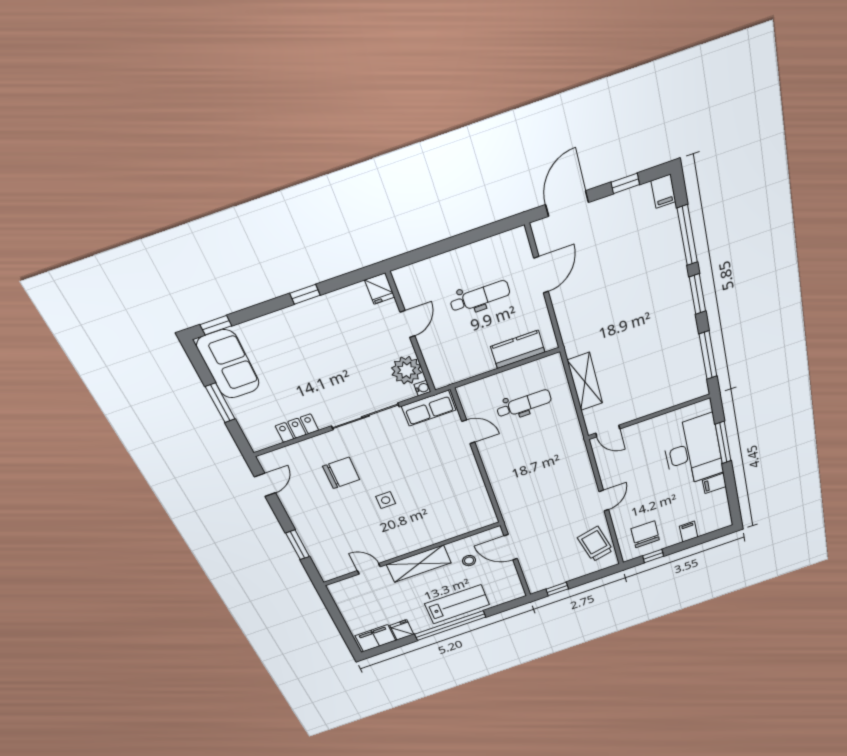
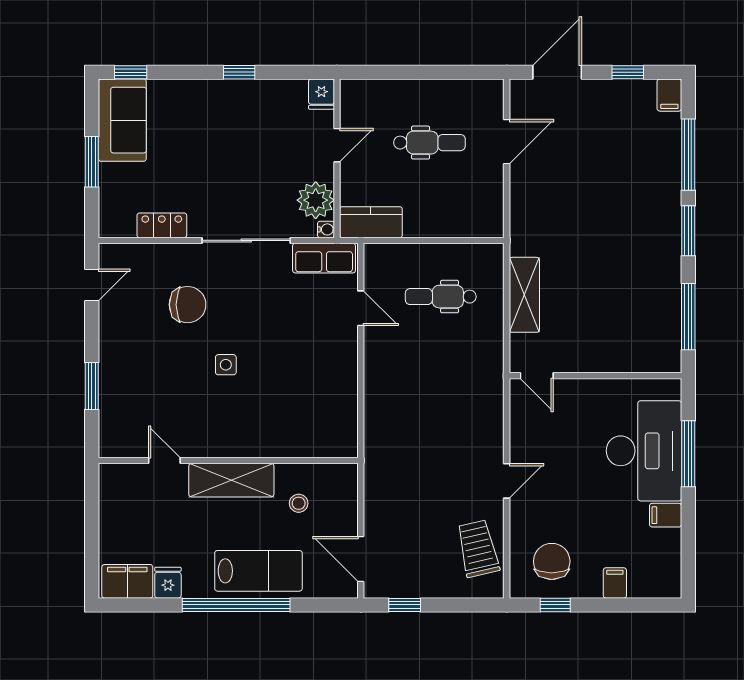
kitchen counter: (518, 349) -> (371, 222), moved
dental chair: (524, 404) -> (441, 297), turned 180
door: (511, 547) -> (361, 559), moved

